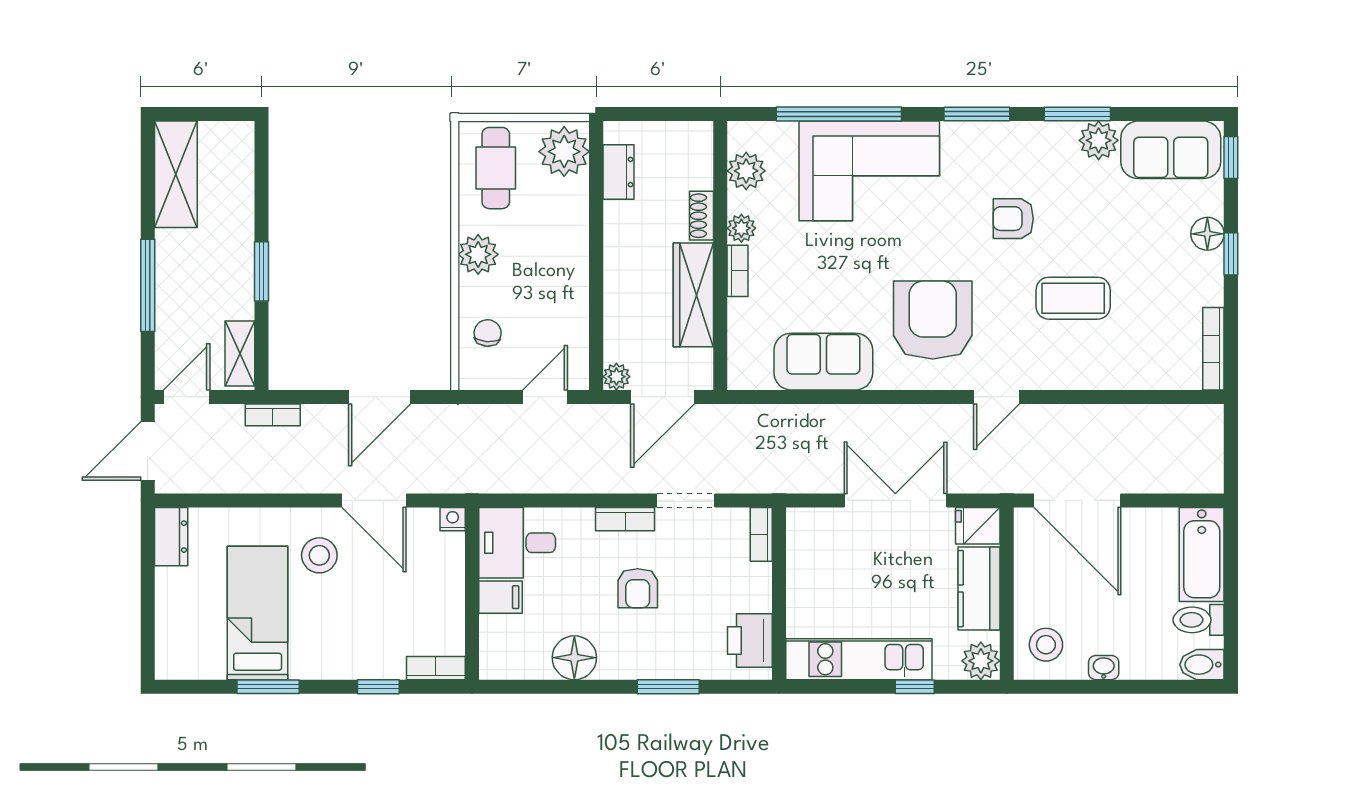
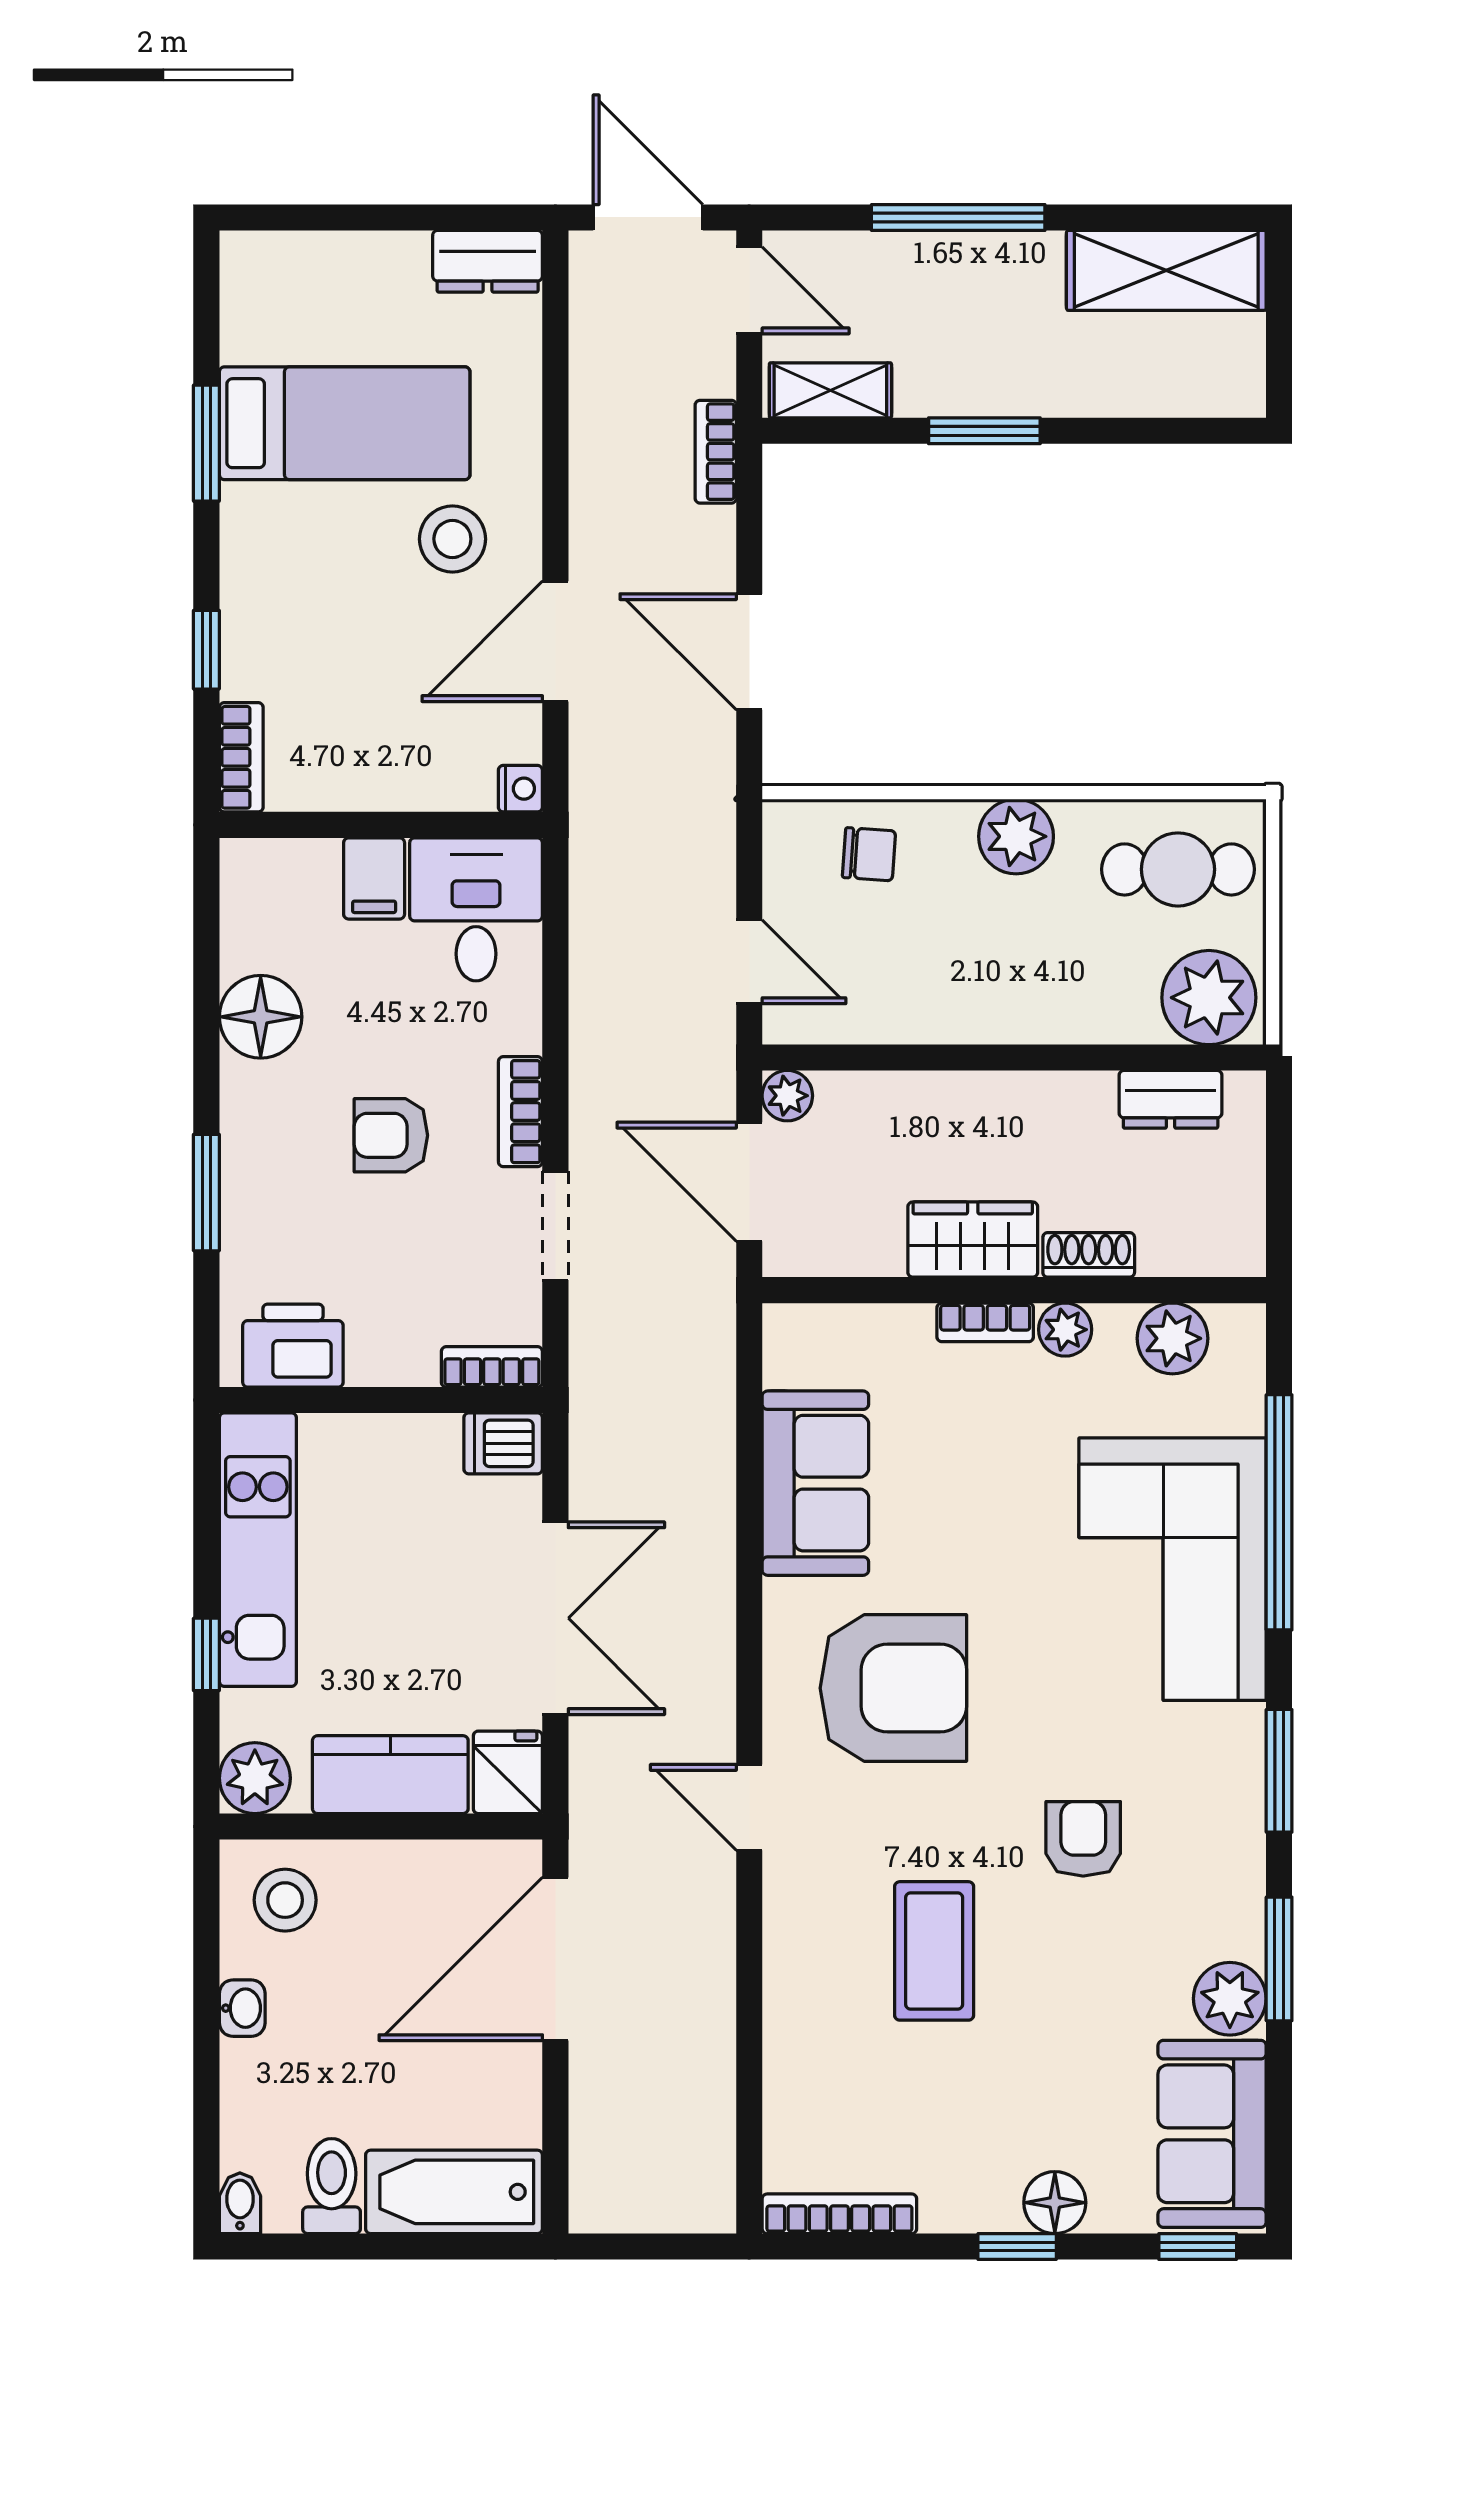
wardrobe: (693, 295) -> (973, 1240), width x0.67
dishwasher: (802, 528) -> (503, 1443), added
bidet: (1202, 665) -> (240, 2203), width x0.72, depth x0.74

